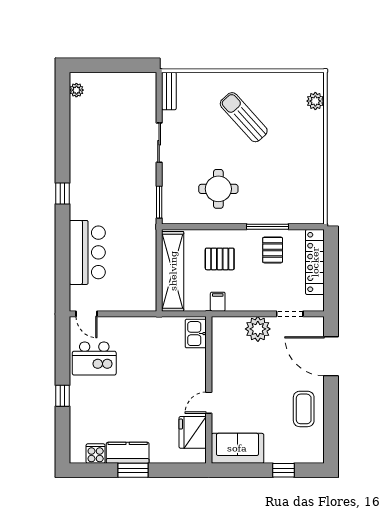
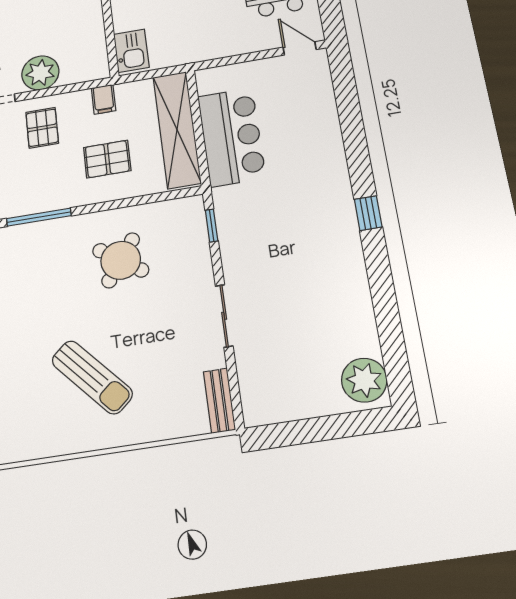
plant: (76, 90) -> (364, 380), width x1.88, depth x1.88
round table: (218, 189) -> (121, 260), turned 35
window: (159, 202) -> (212, 225), width x0.67
pallet: (273, 250) -> (42, 128), moved
bar counter: (87, 252) -> (231, 137), moved, turned 180

